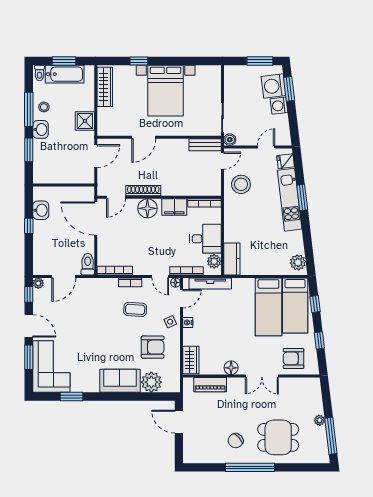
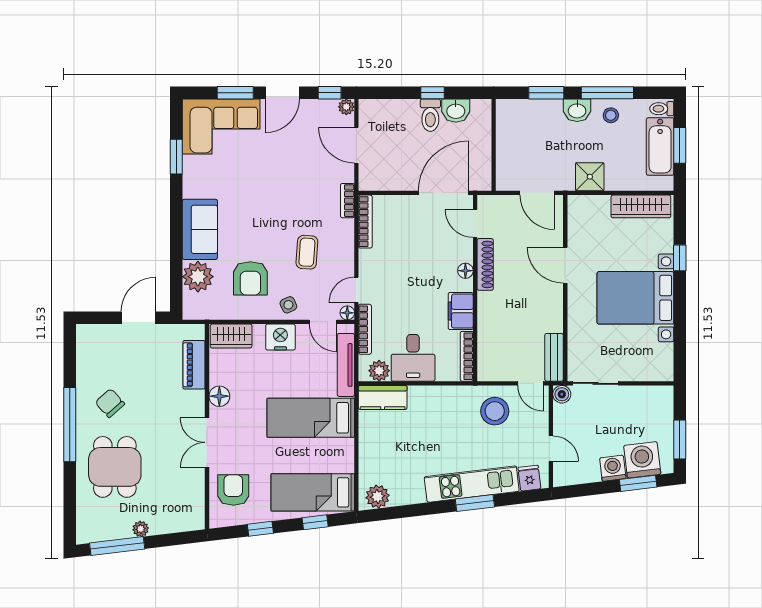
floor lamp: (147, 208) -> (465, 271), width x0.53, depth x0.53
toilet: (88, 264) -> (430, 115), moved, turned 90
bookcase: (130, 282) -> (347, 201), moved
bed: (268, 307) -> (311, 418), moved
nightstand: (188, 322) -> (280, 337), width x1.89, depth x1.79

